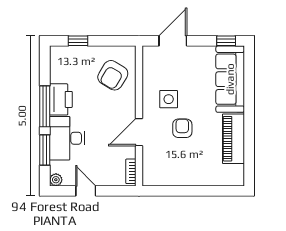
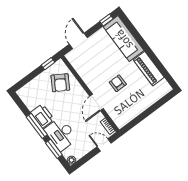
window: (78, 41) -> (48, 64), moved
side table: (169, 99) -> (99, 73), removed
door: (86, 191) -> (104, 145), moved

